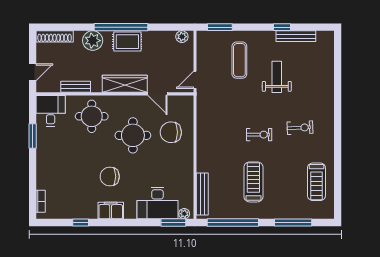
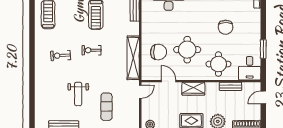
wardrobe: (125, 84) -> (193, 89), width x0.67
shelving: (204, 125) -> (133, 58), added
chair: (110, 176) -> (226, 27), moved, turned 90

